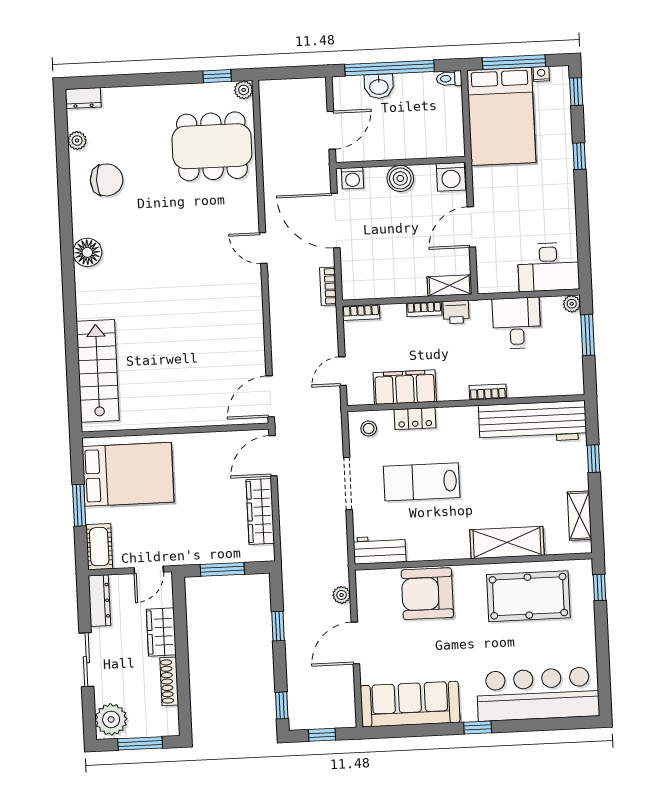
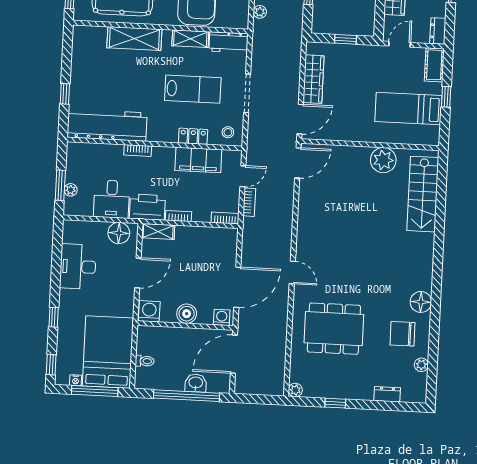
window: (217, 76) -> (335, 403), moved
toilet: (449, 79) -> (145, 361), moved
dresser: (83, 98) -> (387, 394), moved
door: (331, 130) -> (234, 354), width x1.36
dining table: (212, 146) -> (334, 329), moved
door: (335, 221) -> (237, 287), hinge flipped
floor lamp: (87, 252) -> (421, 302), moved
desk: (548, 267) -> (78, 267), moved, turned -90
floor lamp: (502, 278) -> (119, 233), added
bookcase: (328, 286) -> (249, 202), moved
plant: (572, 304) -> (71, 190), moved
printer: (456, 312) -> (147, 207), width x1.87, depth x1.48
plant: (155, 412) -> (383, 160), added
bed: (128, 474) -> (408, 109), width x0.67
window: (79, 505) -> (446, 97), width x0.67
shelving: (579, 516) -> (190, 39), moved, turned 90
window: (222, 569) -> (346, 39), width x0.67
dresser: (99, 601) -> (438, 31), width x0.70

